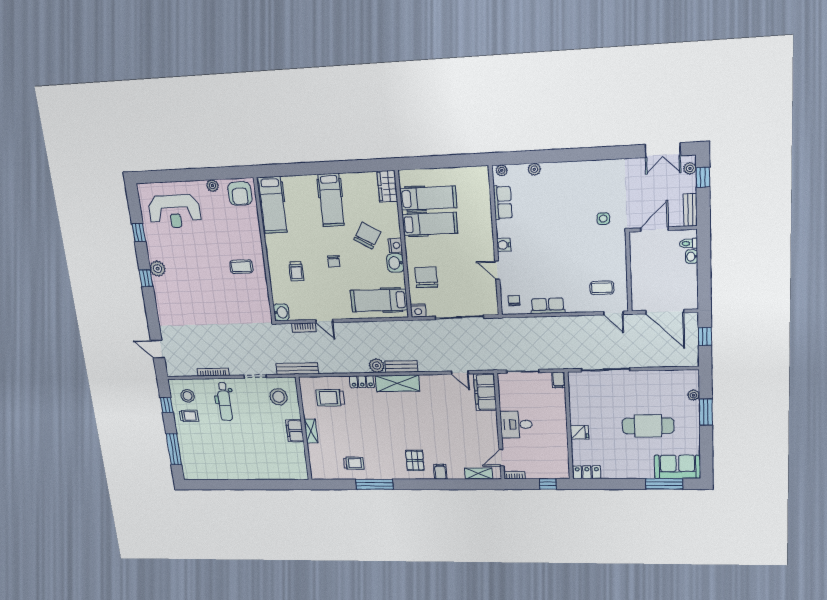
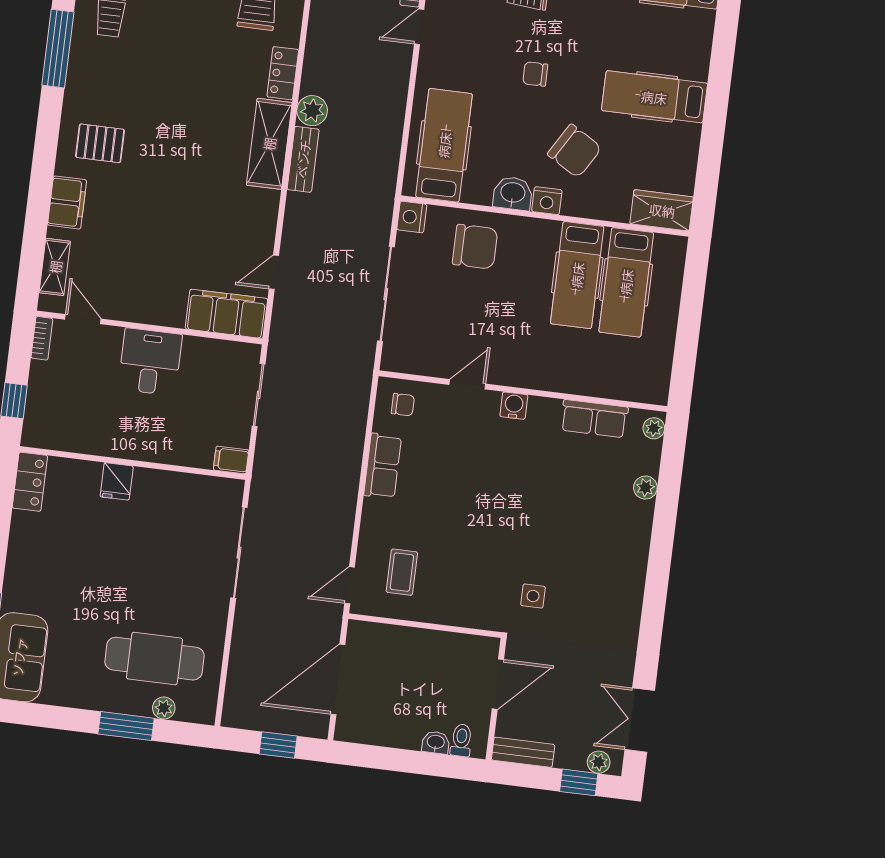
door: (654, 229) -> (498, 684), hinge flipped
cafe table: (648, 426) -> (154, 659), moved, turned 90
filing cabinet: (440, 472) -> (67, 202), width x2.00

